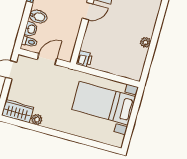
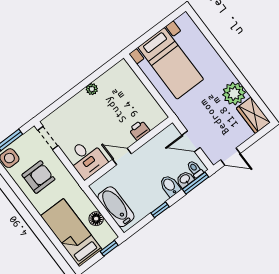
window: (22, 32) -> (195, 183), added
printer: (84, 59) -> (139, 130), moved
plant: (37, 119) -> (234, 94), width x1.88, depth x1.88

